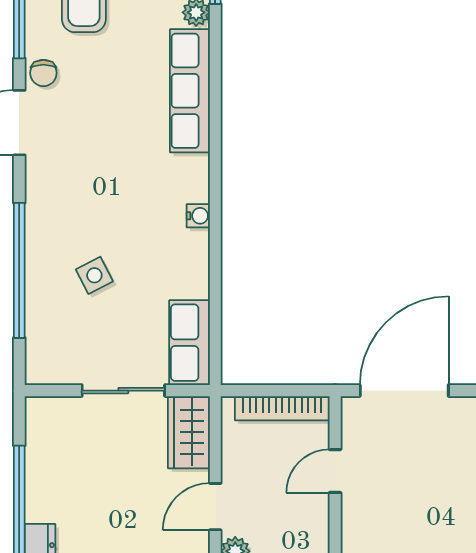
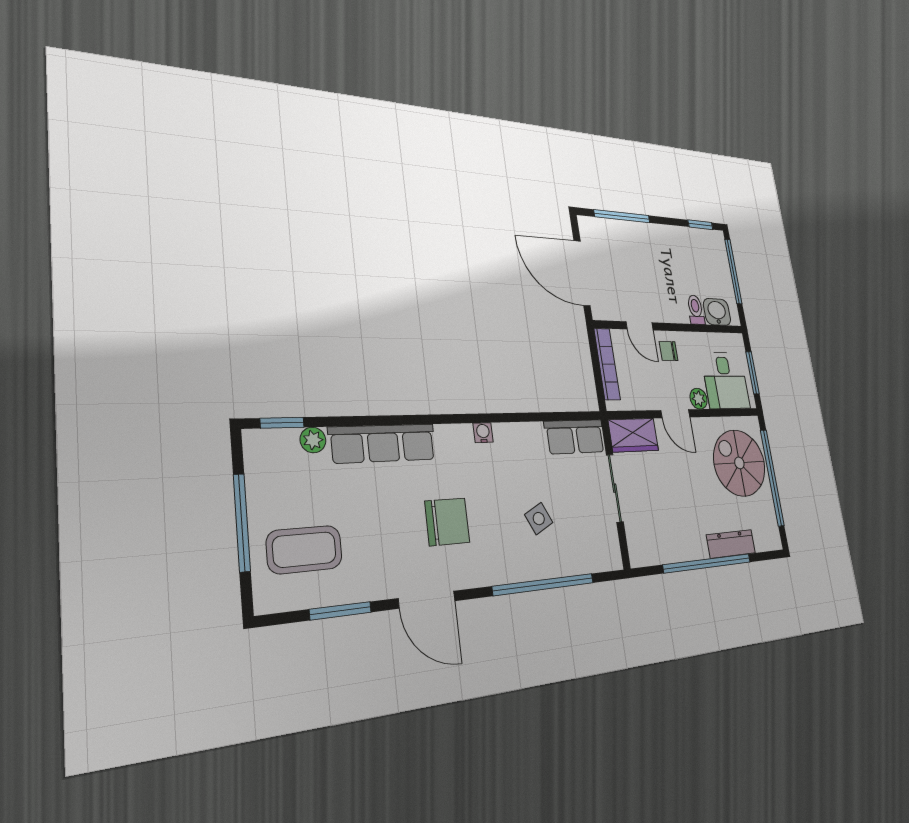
chair: (43, 73) -> (447, 522), moved, width x1.87, depth x1.87
chair: (301, 513) -> (669, 351), added

